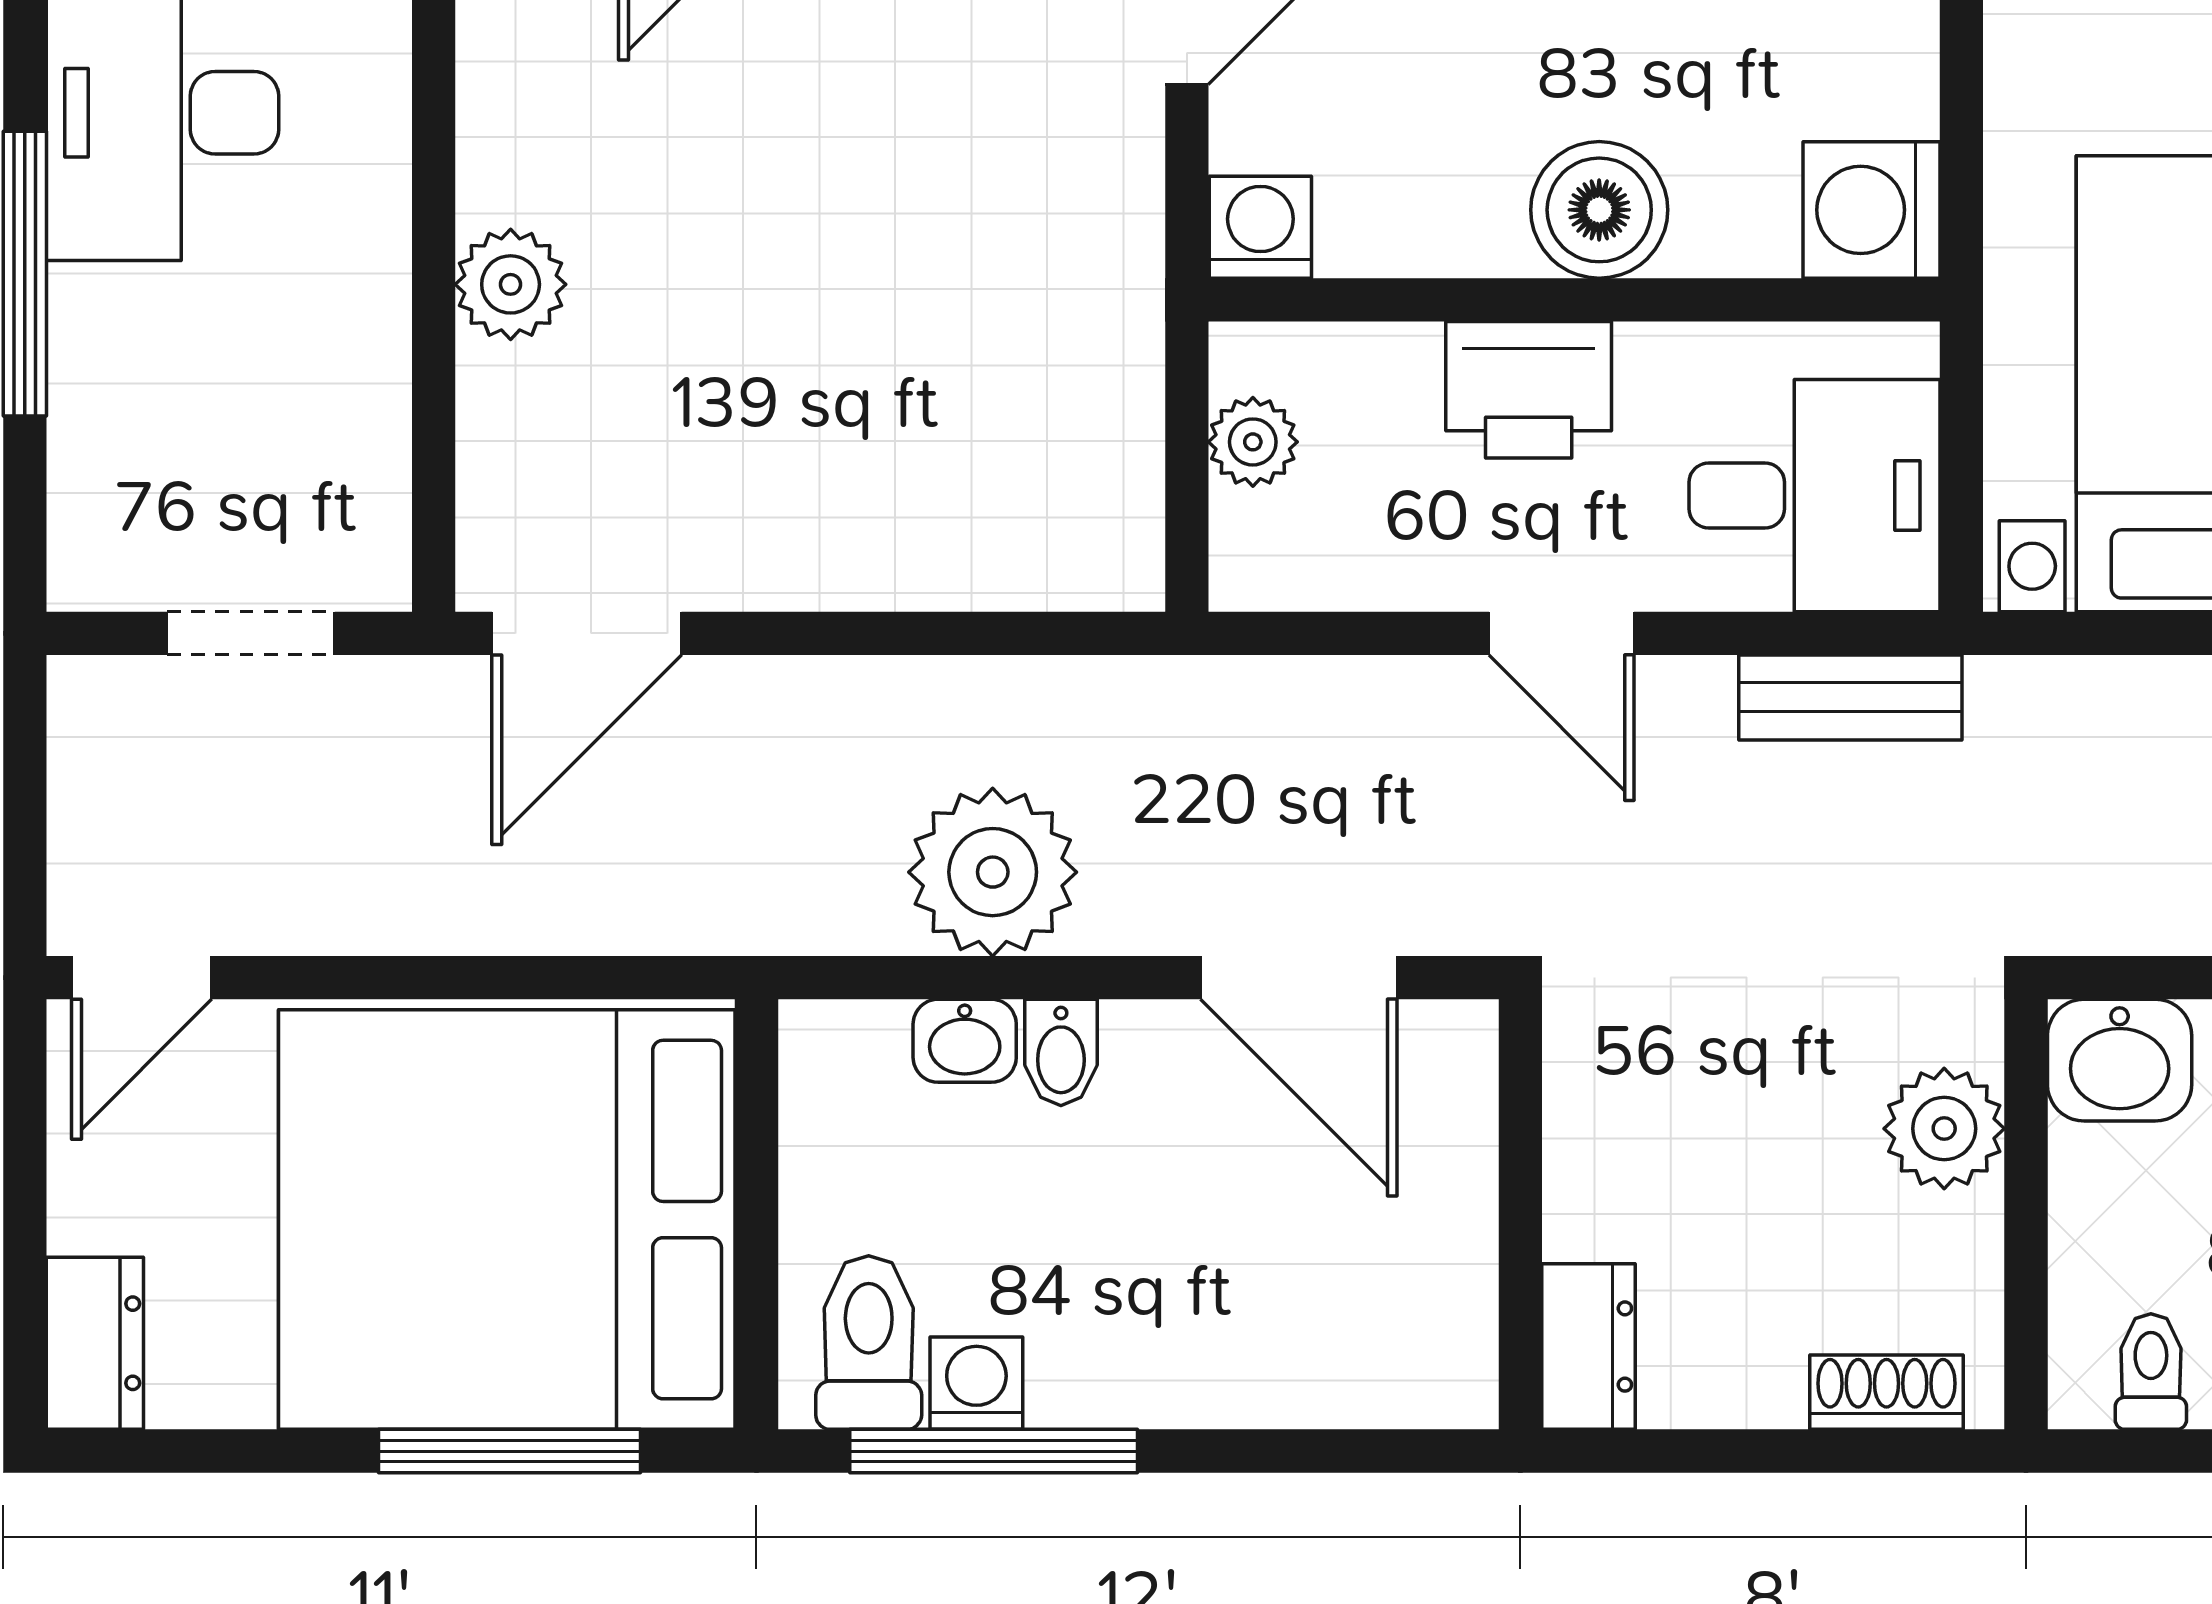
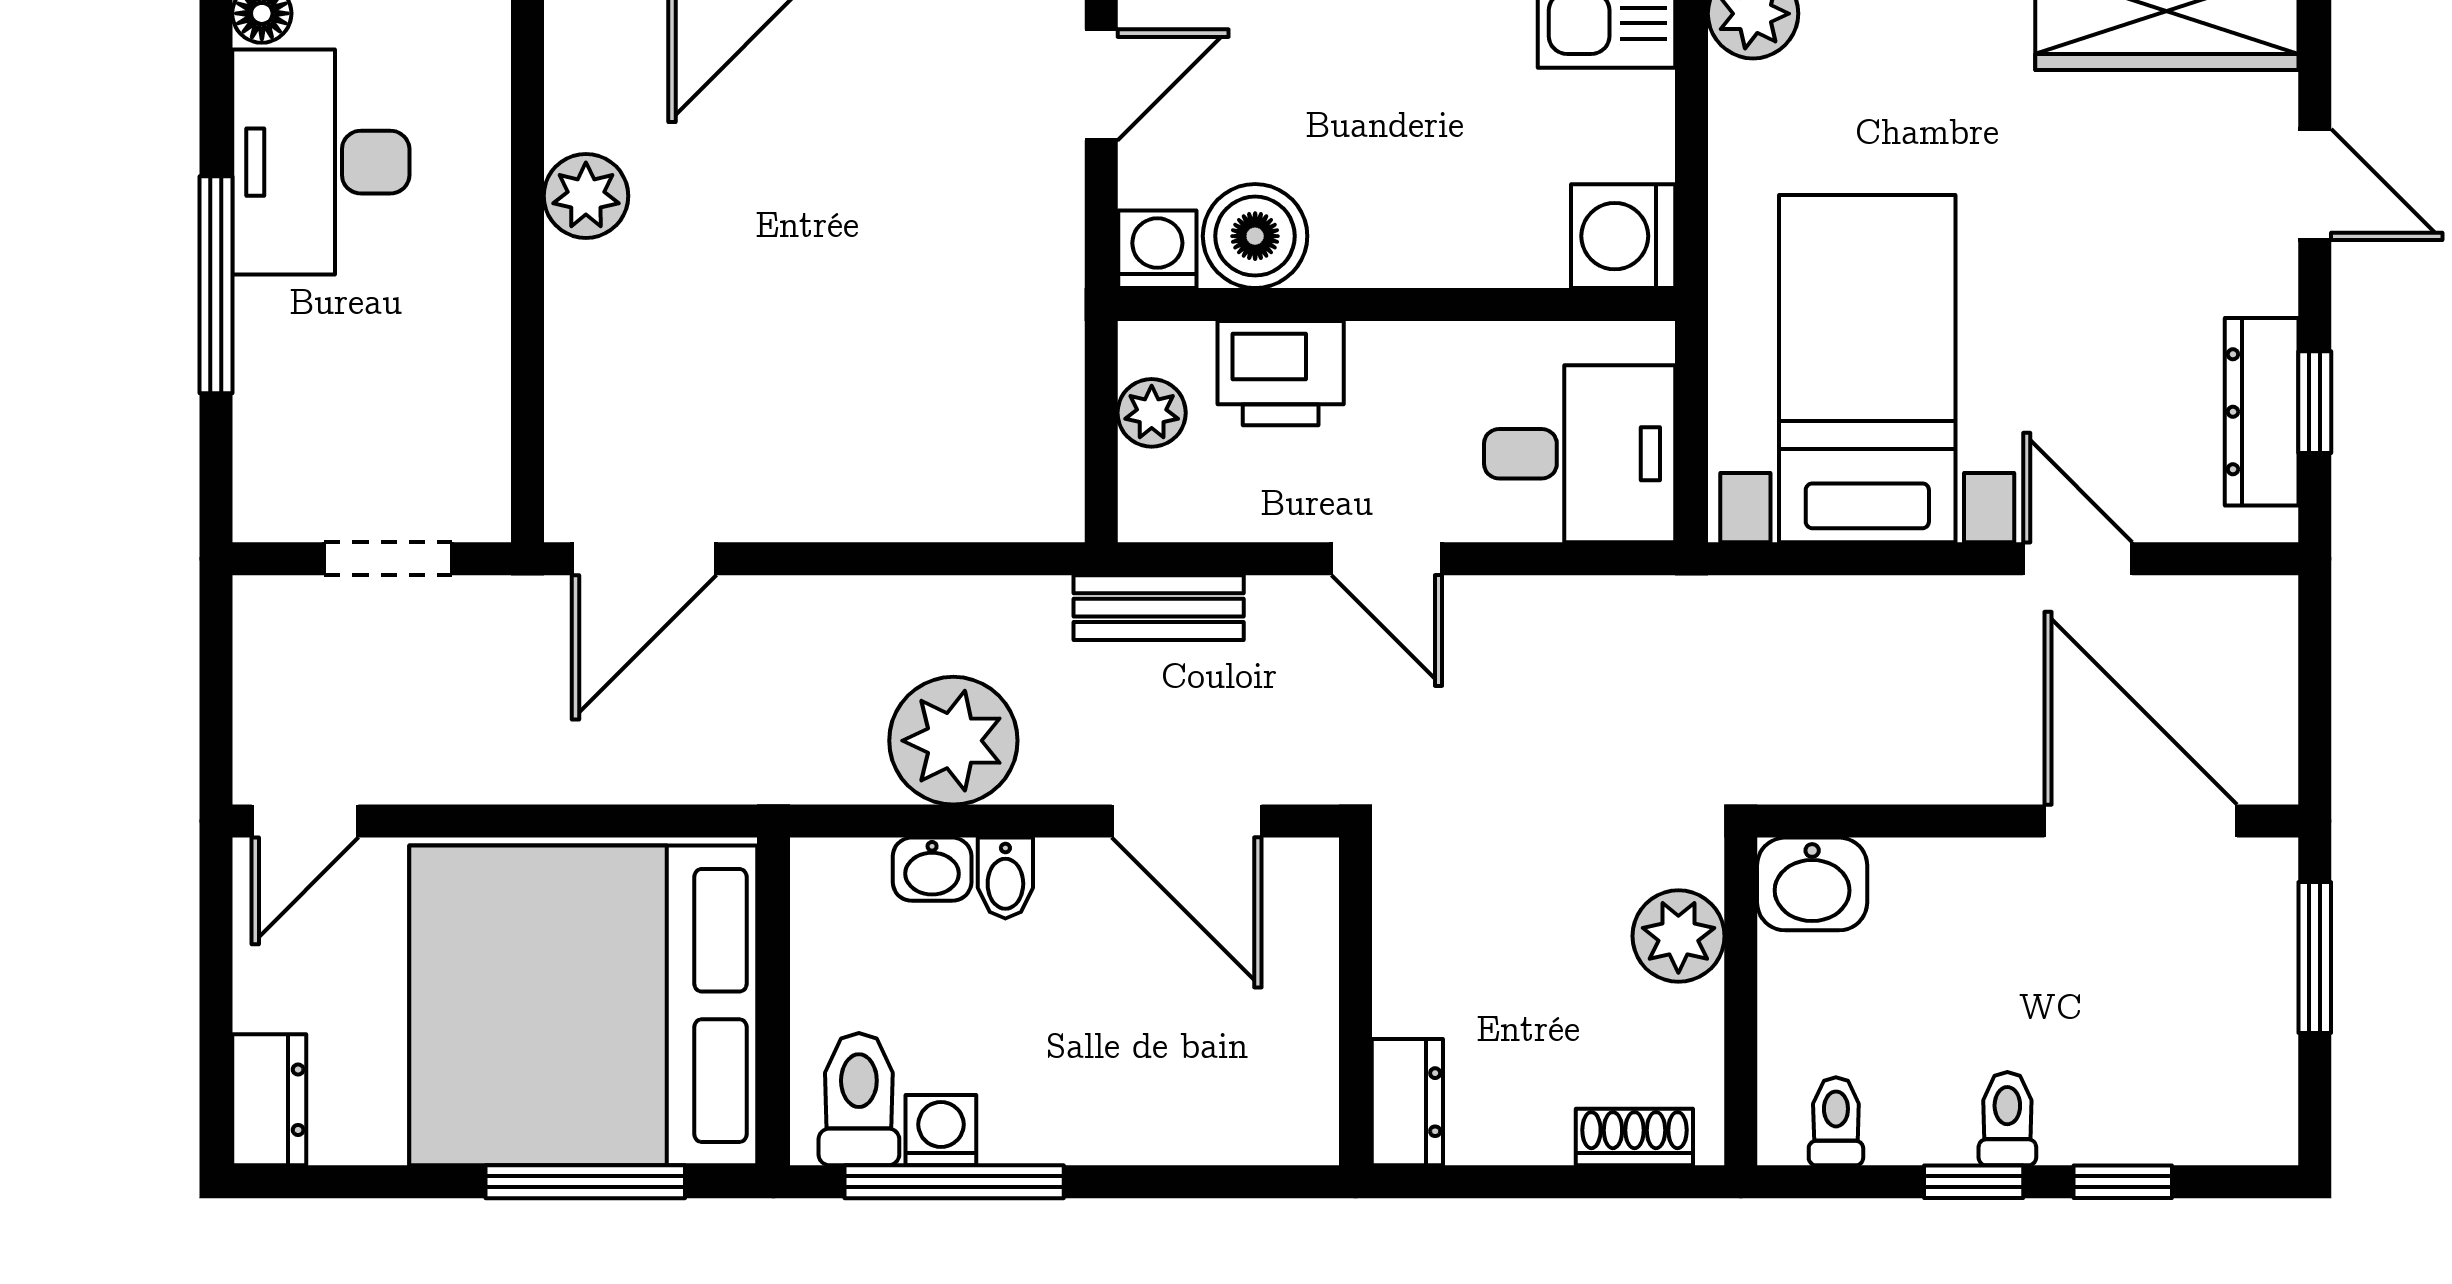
boiler: (1599, 210) -> (1255, 236), moved
plant: (511, 284) -> (586, 196), moved
printer: (1529, 390) -> (1281, 373), moved
bench: (1850, 697) -> (1159, 608), moved

